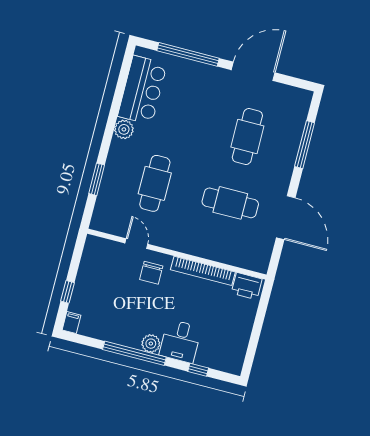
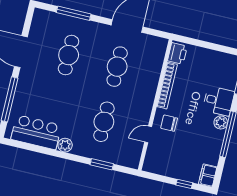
cafe table: (247, 137) -> (69, 55), turned 90
cafe table: (155, 183) -> (104, 122), turned 90
chair: (151, 273) -> (169, 123), turned 180
filing cabinet: (71, 323) -> (208, 175), width x2.00

